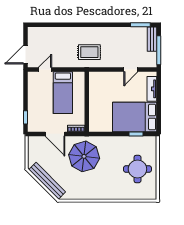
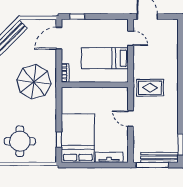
bench: (152, 39) -> (159, 157), width x1.36
rug: (89, 52) -> (150, 88), turned 90
door: (131, 70) -> (131, 119), moved
door: (55, 134) -> (59, 38), moved

